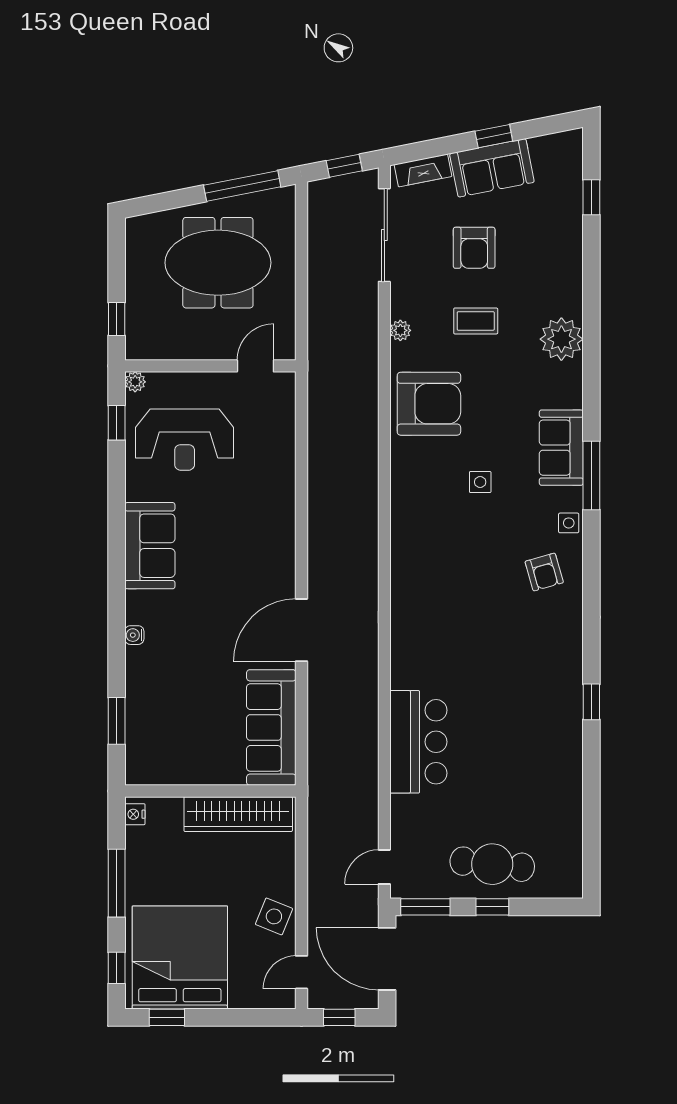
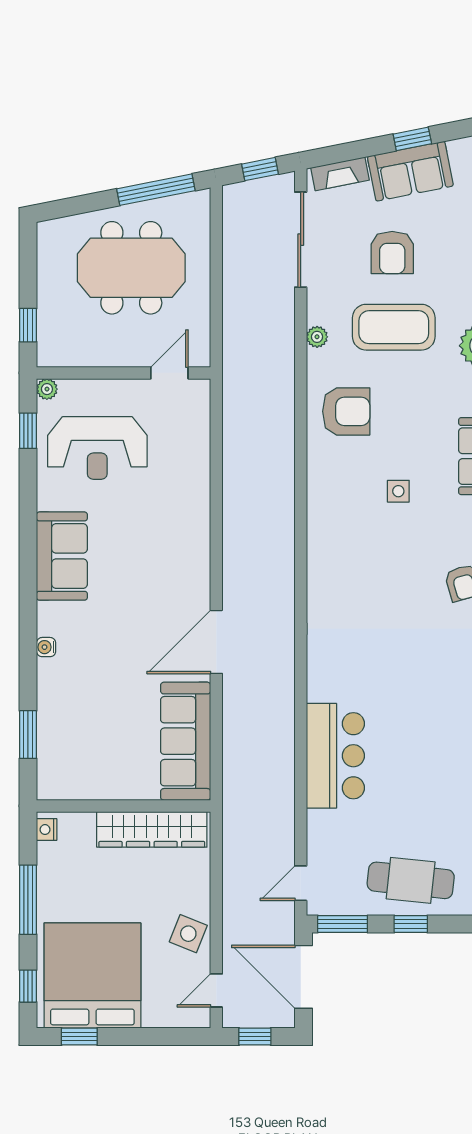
coffee table: (476, 321) -> (394, 327), width x1.86, depth x1.72
armchair: (429, 404) -> (346, 411), width x0.73, depth x0.73

